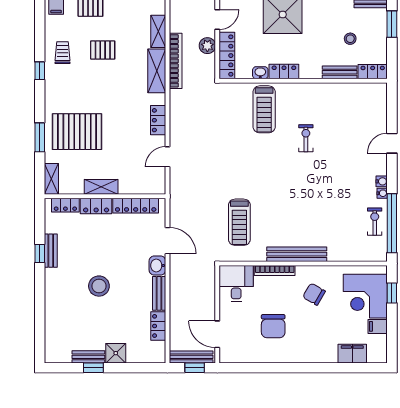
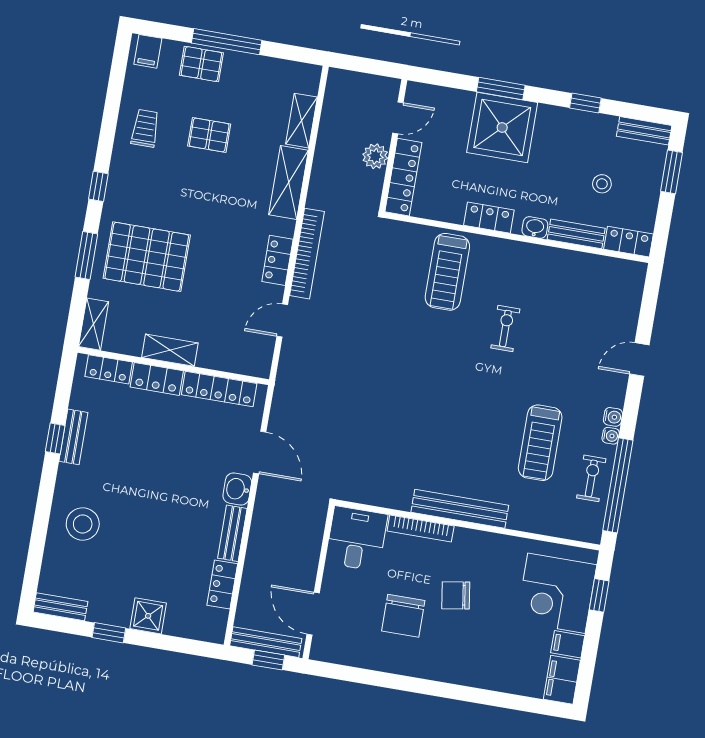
bookcase: (176, 61) -> (307, 254), moved
window: (40, 71) -> (98, 186), moved
washbasin: (260, 73) -> (535, 227), moved
treadmill: (239, 222) -> (540, 443), moved
stool: (99, 286) -> (83, 524), moved
chair: (314, 294) -> (456, 595), moved, turned -39
filing cabinet: (352, 354) -> (562, 680), moved, turned -90
bench: (88, 357) -> (60, 607), moved

